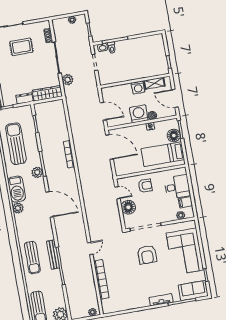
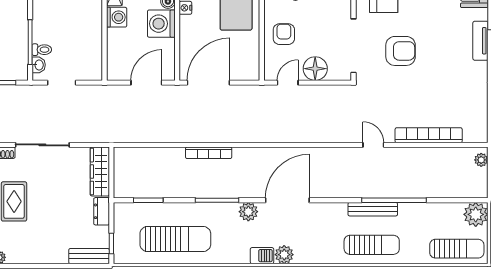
plant: (68, 80) -> (83, 133), removed
sun lounger: (16, 144) -> (175, 239), turned 180
plant: (37, 172) -> (248, 212), moved
barbecue: (17, 189) -> (262, 256), width x0.53, depth x0.65

